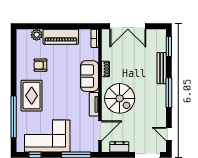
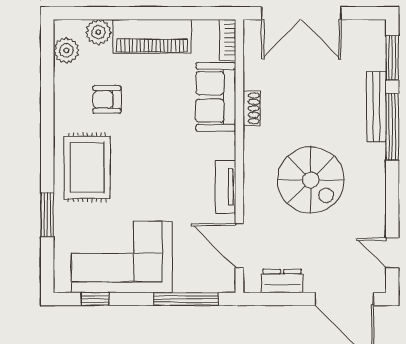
plant: (22, 43) -> (66, 50), added
sofa: (89, 76) -> (216, 97), moved
window: (169, 93) -> (392, 126), moved
spiral stairs: (120, 98) -> (311, 180), moved
window: (14, 117) -> (47, 215), width x0.47
door: (100, 131) -> (239, 246), swing flipped

